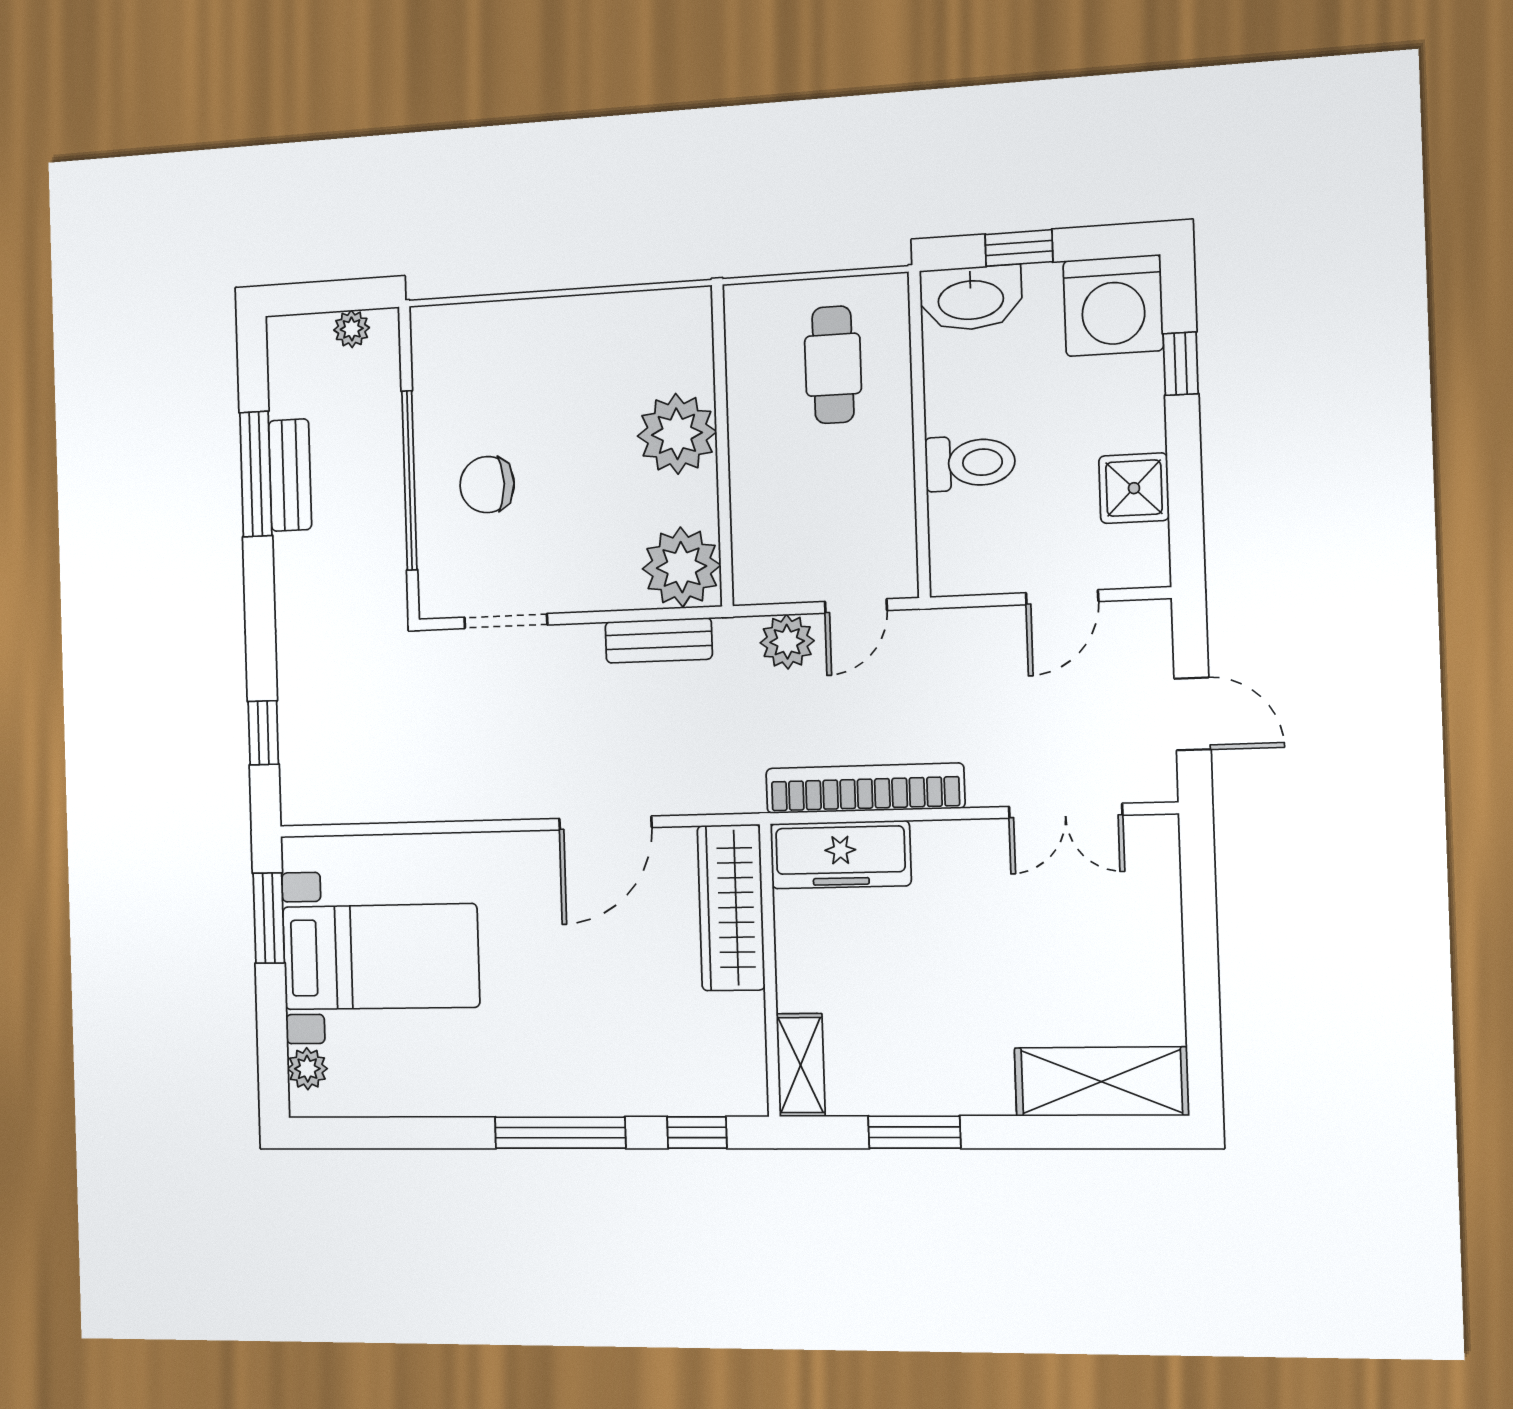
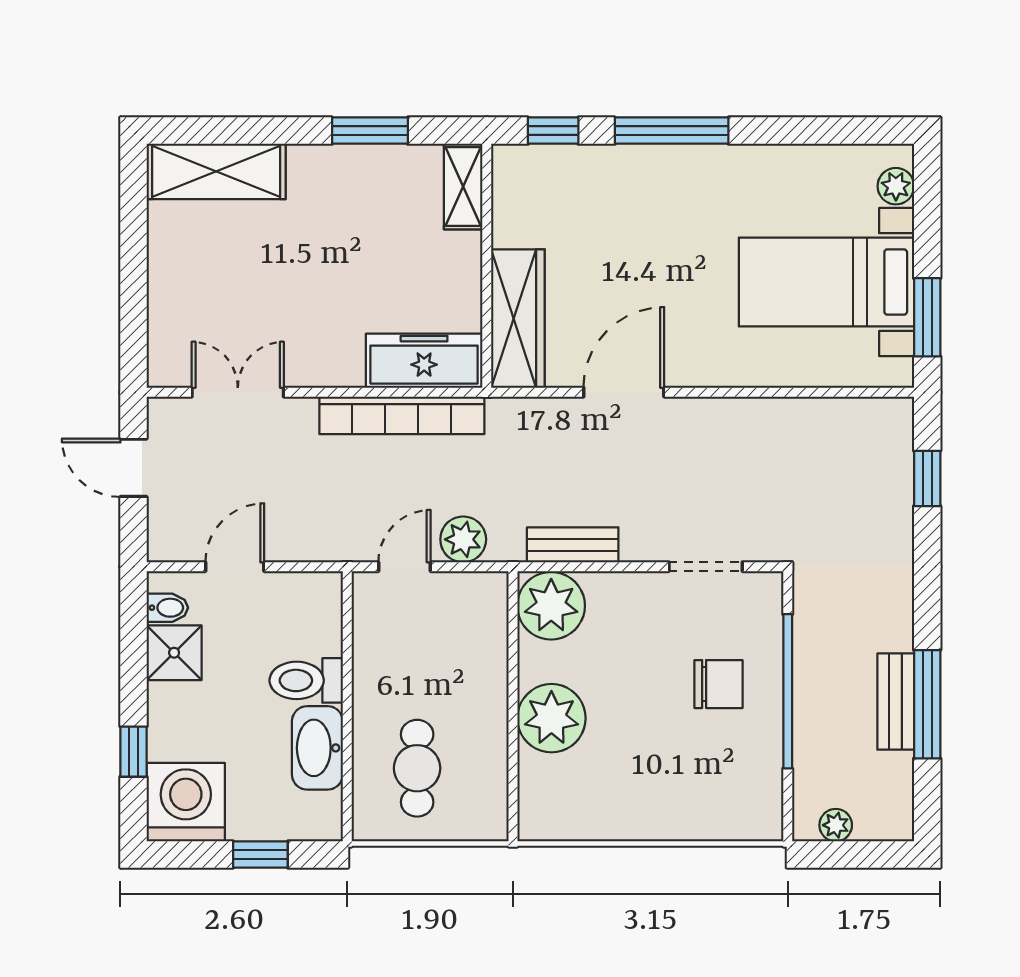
washbasin: (971, 298) -> (317, 748), moved, turned -90
bidet: (1144, 543) -> (167, 608), added

